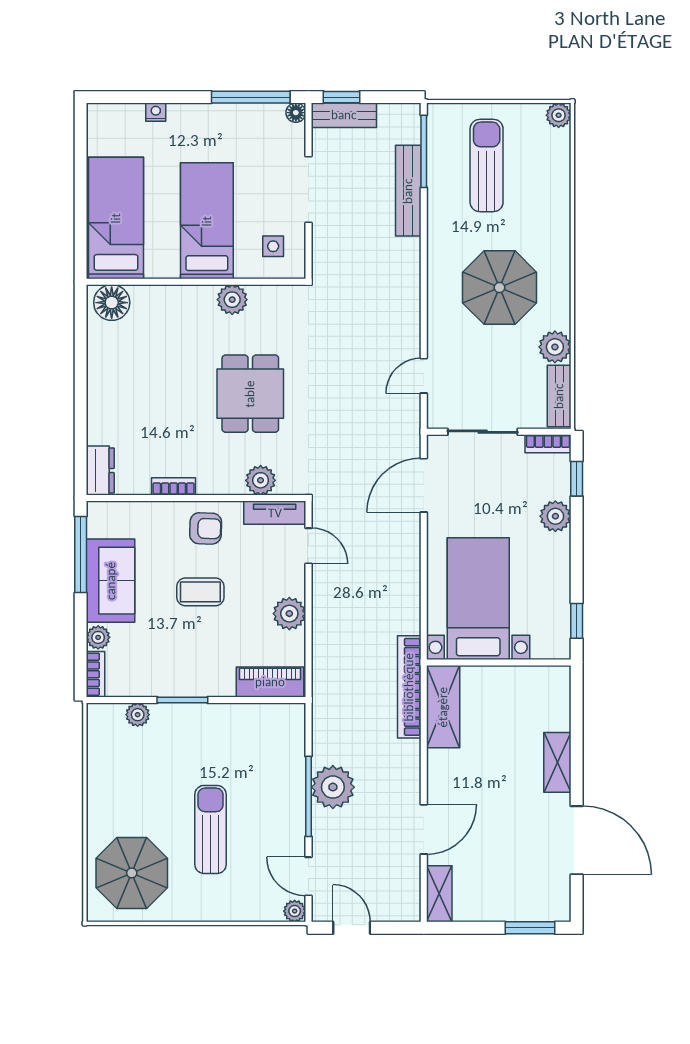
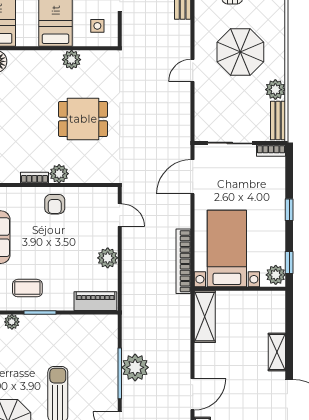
door: (424, 376) -> (193, 70), moved
dining table: (250, 394) -> (83, 119), turned 90
window: (577, 479) -> (289, 210), moved
plant: (261, 480) -> (59, 174), moved
tv unit: (275, 513) -> (98, 194), removed
plant: (555, 516) -> (276, 275), moved
armchair: (206, 528) -> (55, 204), turned 88
coffee table: (200, 592) -> (27, 288), moved
bookcase: (409, 687) -> (183, 261), moved

